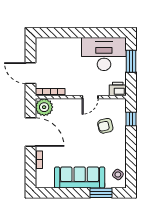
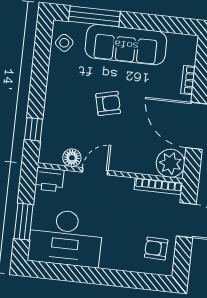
armchair: (47, 54) -> (156, 248), added
floor lamp: (105, 104) -> (72, 158), added
armchair: (105, 126) -> (108, 103), moved
window: (101, 193) -> (94, 16), width x1.44

